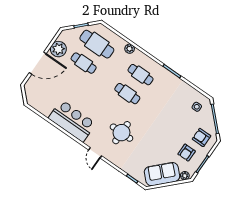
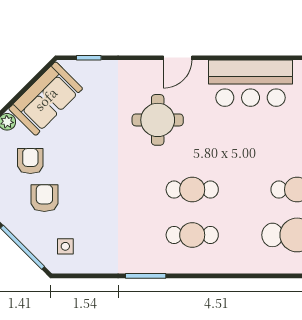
plant: (130, 49) -> (239, 264), removed
armchair: (201, 137) -> (44, 198), moved, turned -90
door: (95, 153) -> (178, 58), swing flipped

